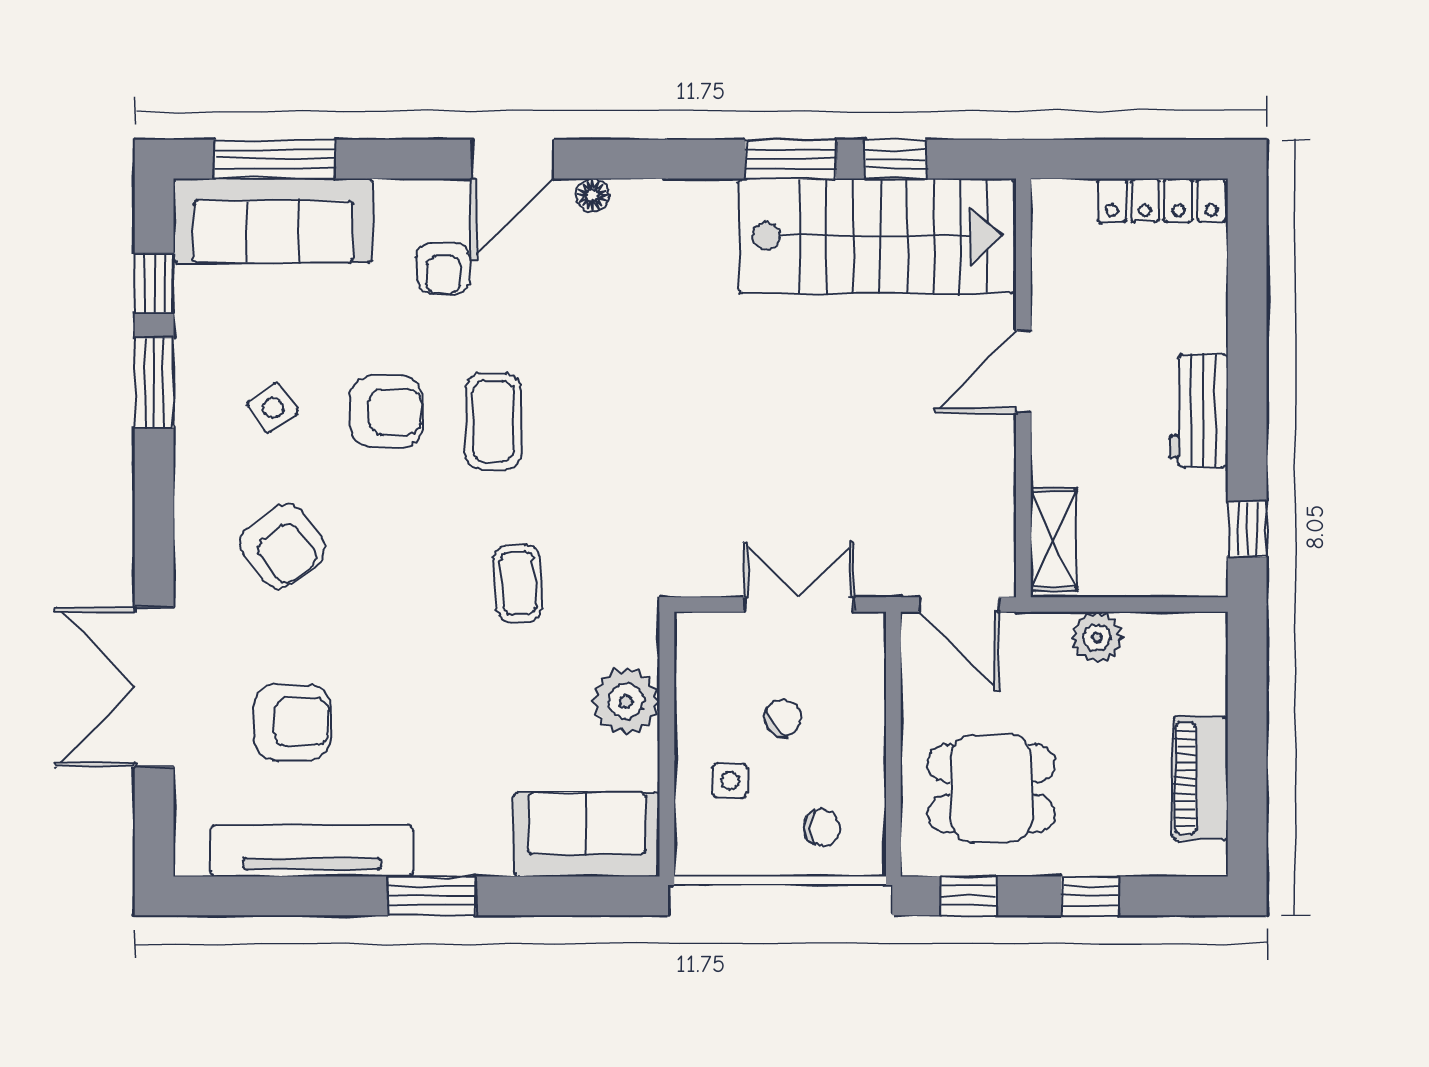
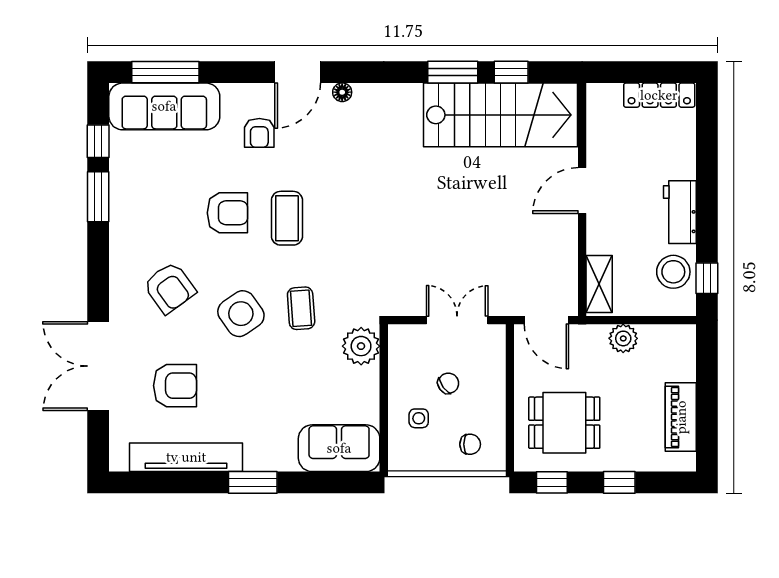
side table: (273, 408) -> (241, 314), moved, width x1.87, depth x1.87
stool: (1187, 518) -> (673, 272), added
plant: (626, 701) -> (361, 346), moved

